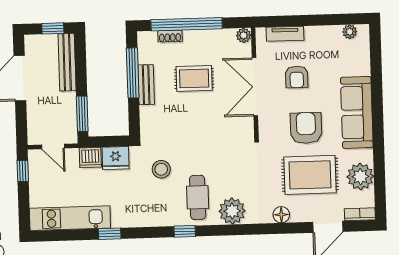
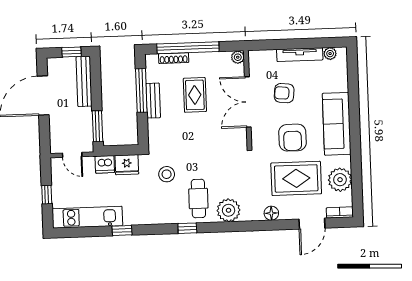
tv unit: (285, 34) -> (300, 55), moved, width x1.41
shoe rack: (170, 36) -> (174, 58), width x1.43
armchair: (297, 77) -> (284, 93), turned 96
rug: (194, 78) -> (195, 95), turned 90
armchair: (306, 128) -> (292, 138), turned 180
window: (23, 171) -> (47, 195), moved

